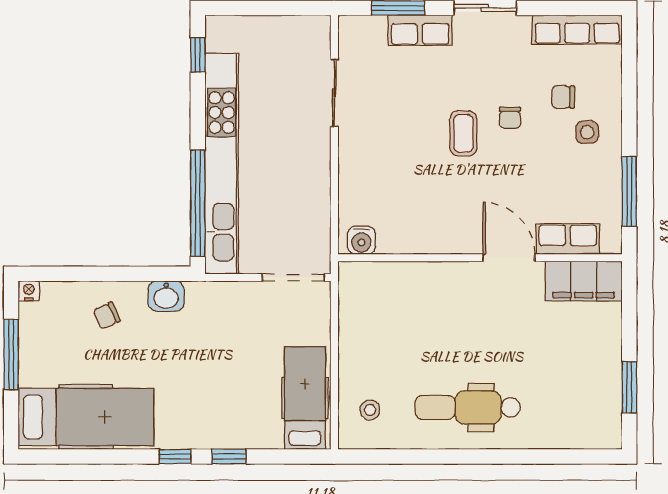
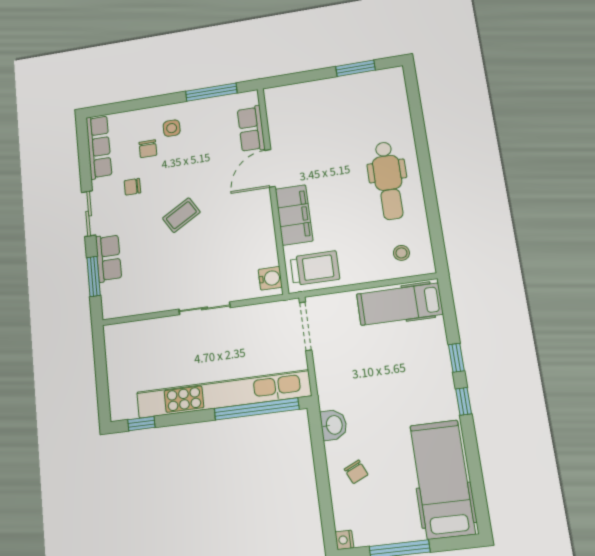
sliding door: (334, 93) -> (204, 308), moved
chair: (510, 118) -> (132, 187), moved, turned 180
coffee table: (463, 133) -> (181, 215), turned -31
filing cabinet: (584, 281) -> (294, 215), moved
trolley: (366, 299) -> (315, 268), added

